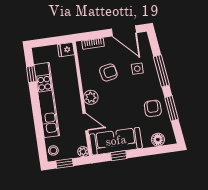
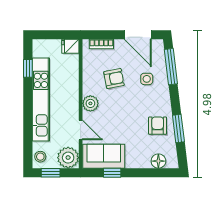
window: (161, 71) -> (171, 67), moved
sofa: (116, 141) -> (104, 156), width x0.73
plant: (83, 152) -> (68, 158), width x1.88, depth x1.88

